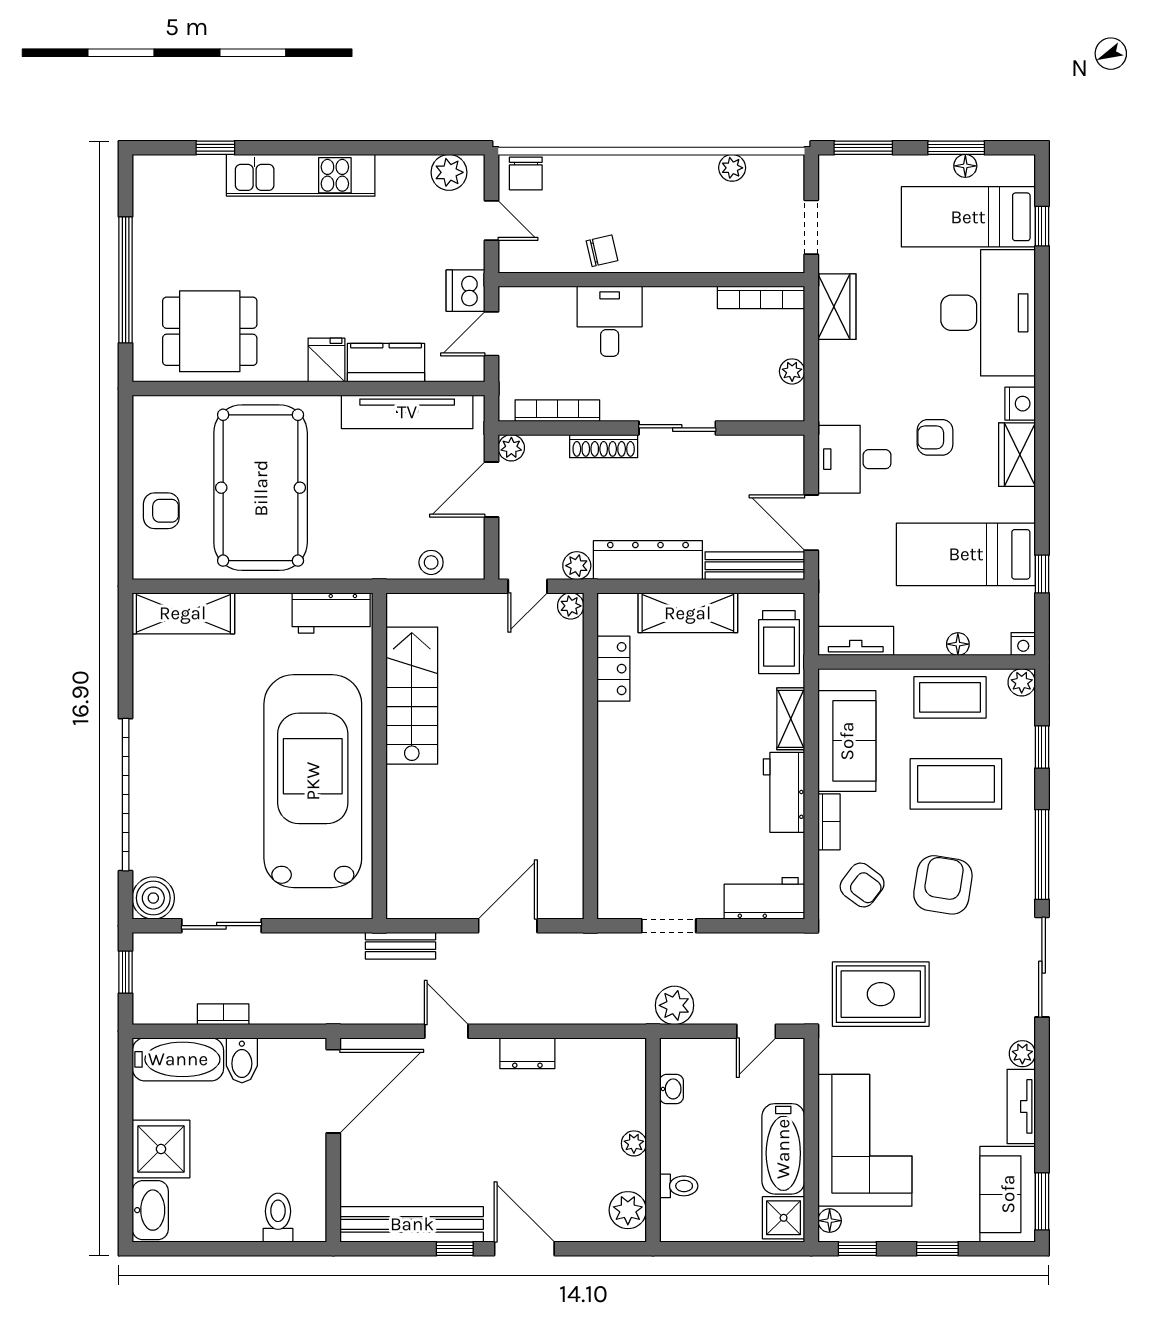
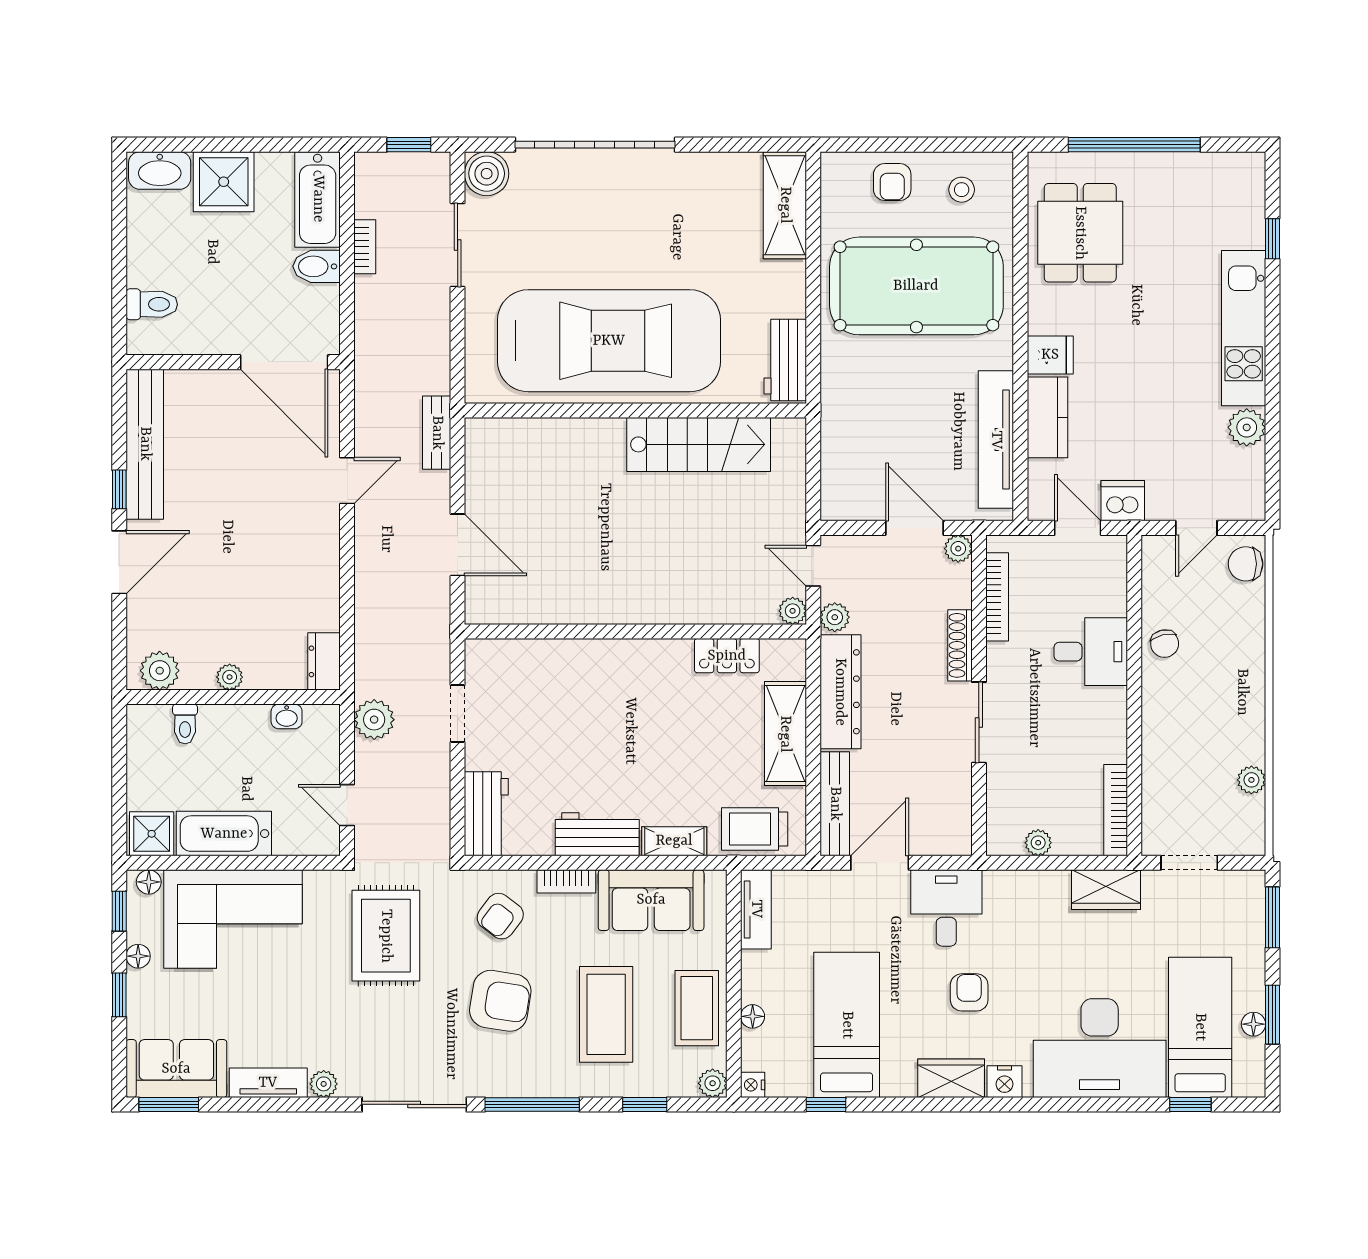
plant: (449, 172) -> (1247, 427), moved
stool: (431, 562) -> (962, 190), moved
dresser: (527, 1053) -> (324, 661), moved
floor lamp: (900, 1231) -> (138, 956), added

